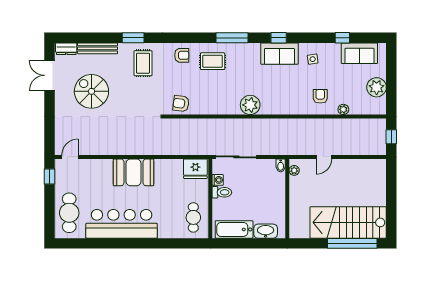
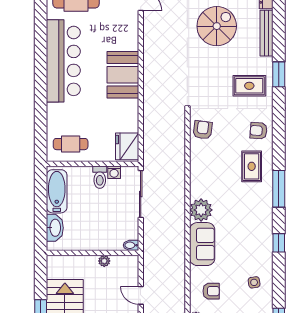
sofa: (279, 54) -> (202, 244), moved, turned 180
armchair: (182, 55) -> (259, 131), turned 94
plant: (294, 170) -> (104, 261), moved

